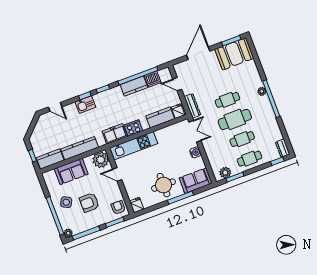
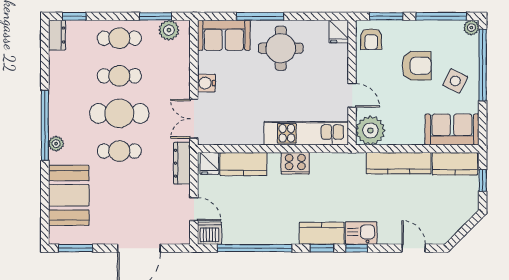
booth: (234, 54) -> (69, 195), moved, turned 90
dishwasher: (153, 79) -> (210, 233), moved
kitchen counter: (134, 86) -> (322, 233), moved
freezer: (115, 134) -> (330, 165), removed
sofa: (71, 171) -> (452, 130), moved

